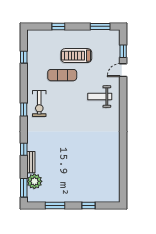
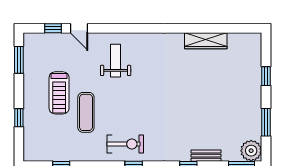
weight bench: (100, 96) -> (116, 61), turned 180
wardrobe: (114, 162) -> (206, 41), added
plant: (34, 181) -> (251, 151), moved

